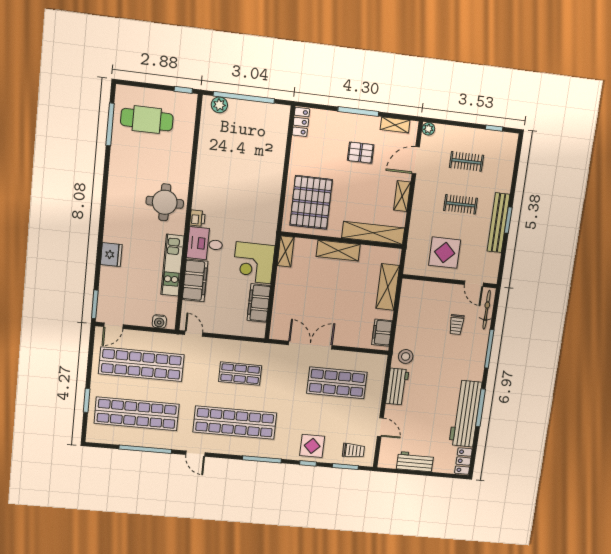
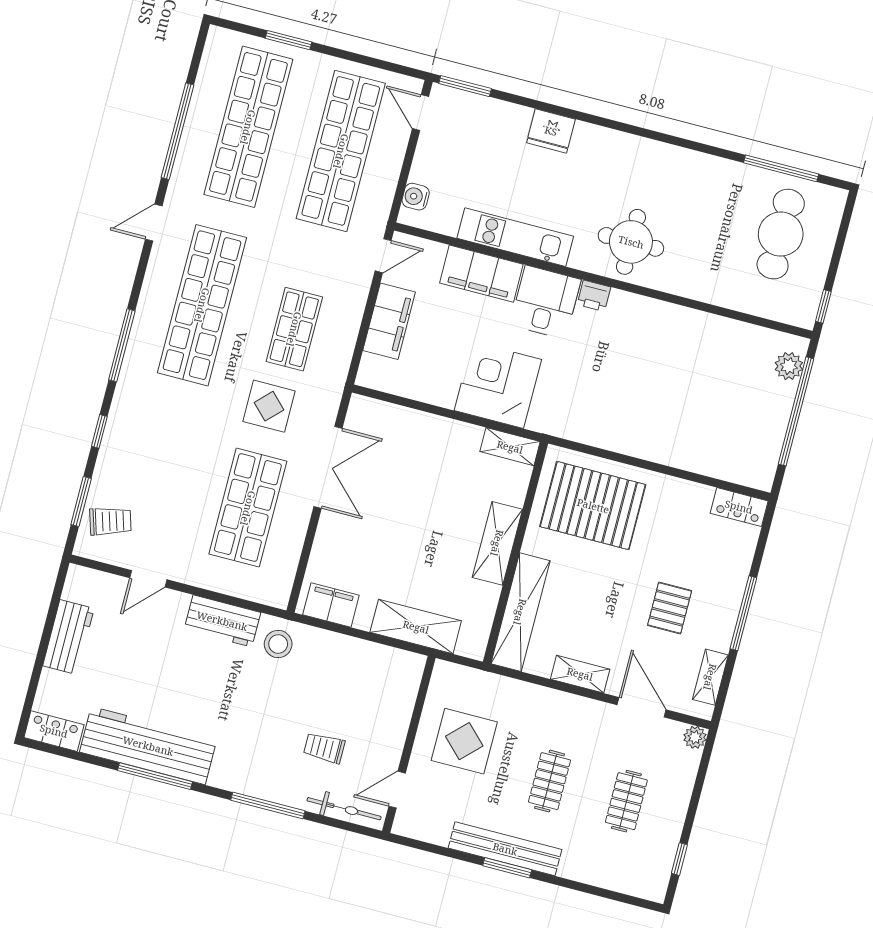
filing cabinet: (259, 303) -> (389, 321), moved, turned 90
display table: (312, 446) -> (269, 406), moved
trolley: (353, 451) -> (110, 521), turned -107

